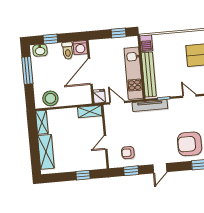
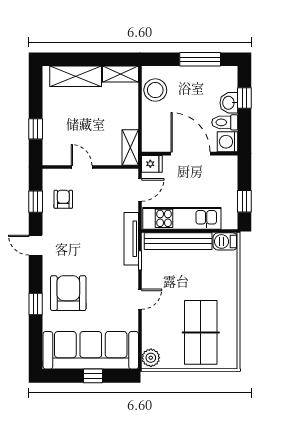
washbasin: (40, 50) -> (229, 103), moved

